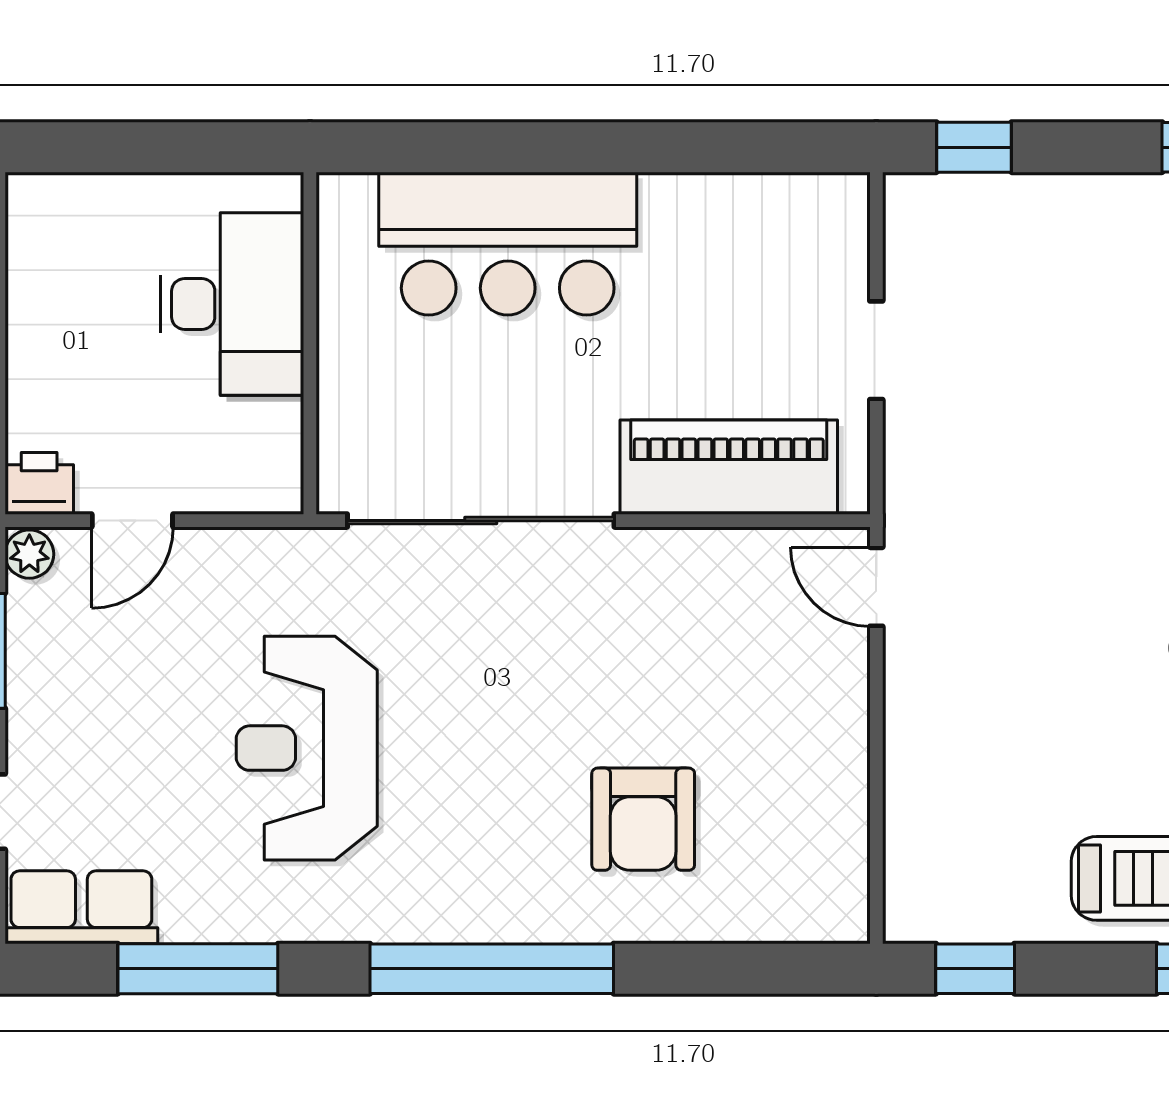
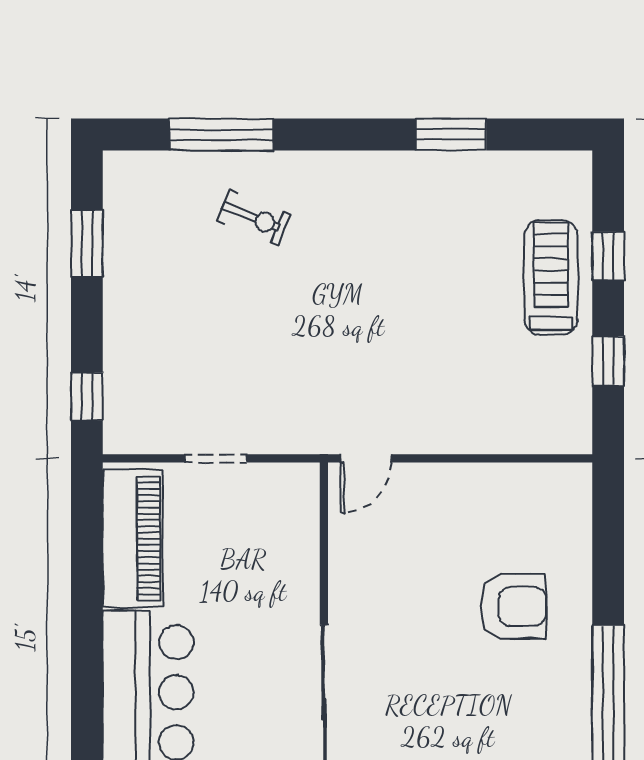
piano: (729, 467) -> (133, 538), moved, turned 180
window: (975, 969) -> (608, 361), moved

